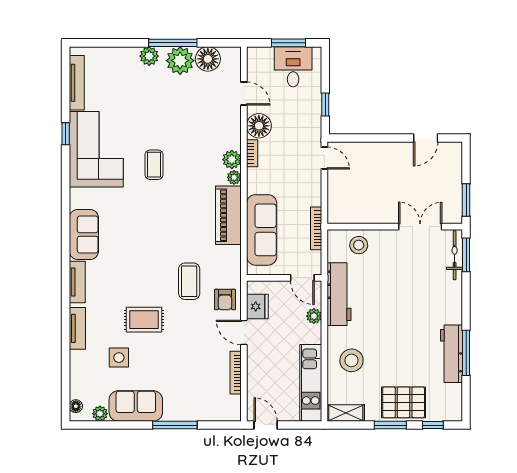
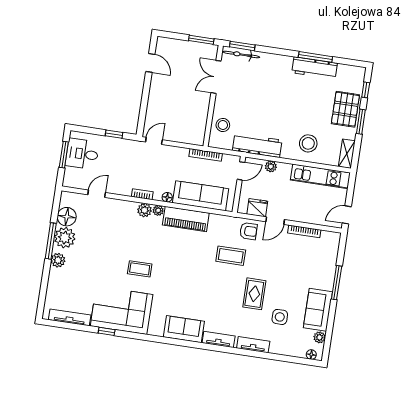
floor lamp: (259, 126) -> (167, 197), moved, width x0.53, depth x0.53

